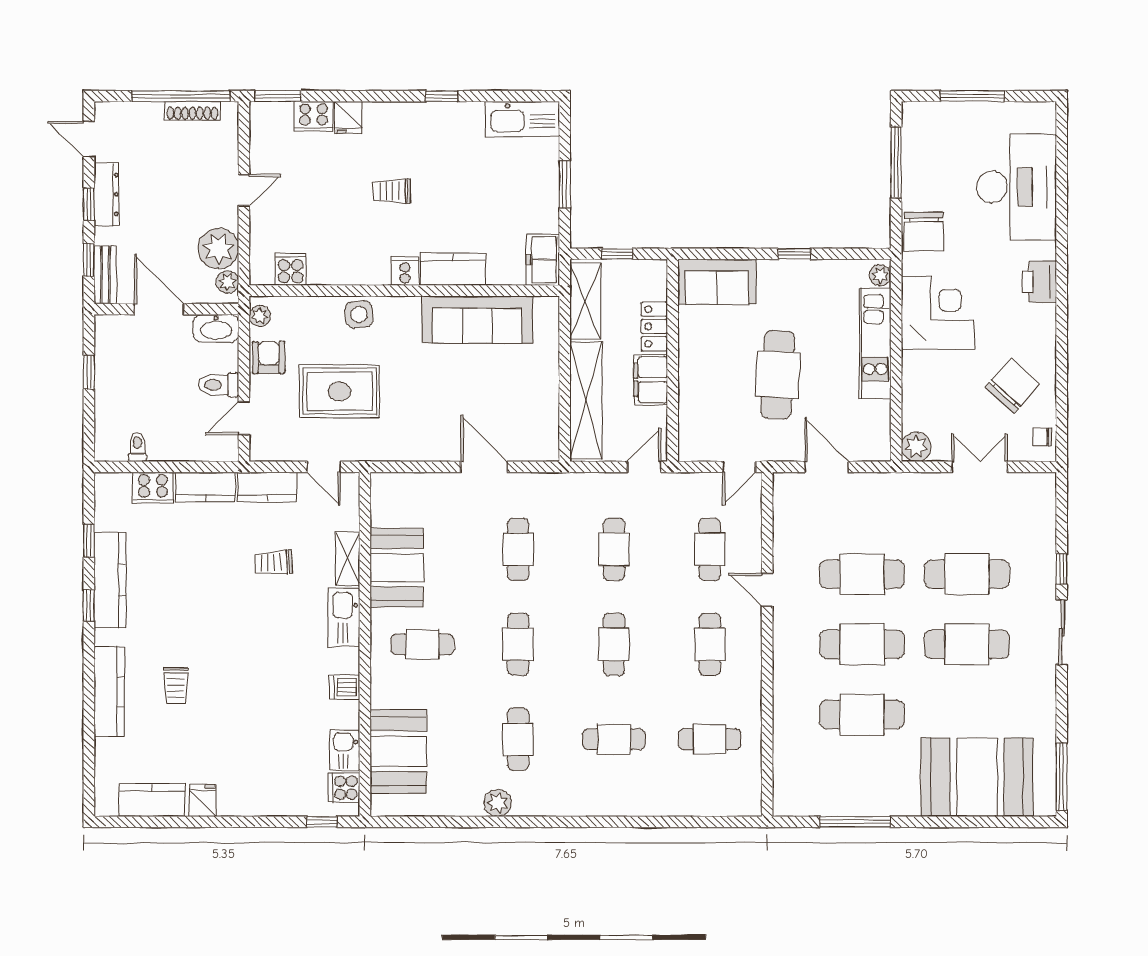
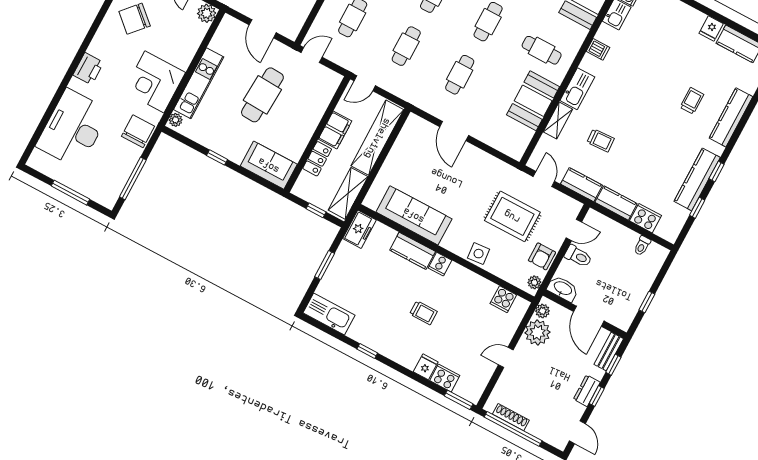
dresser: (107, 194) -> (587, 391), width x0.70

